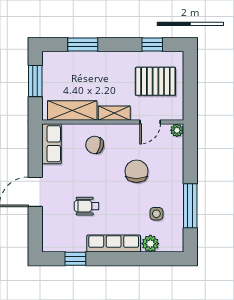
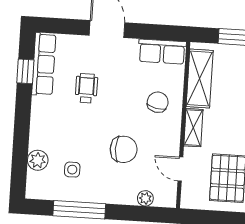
plant: (177, 130) -> (145, 198), moved
row of seats: (114, 244) -> (44, 64), moved

